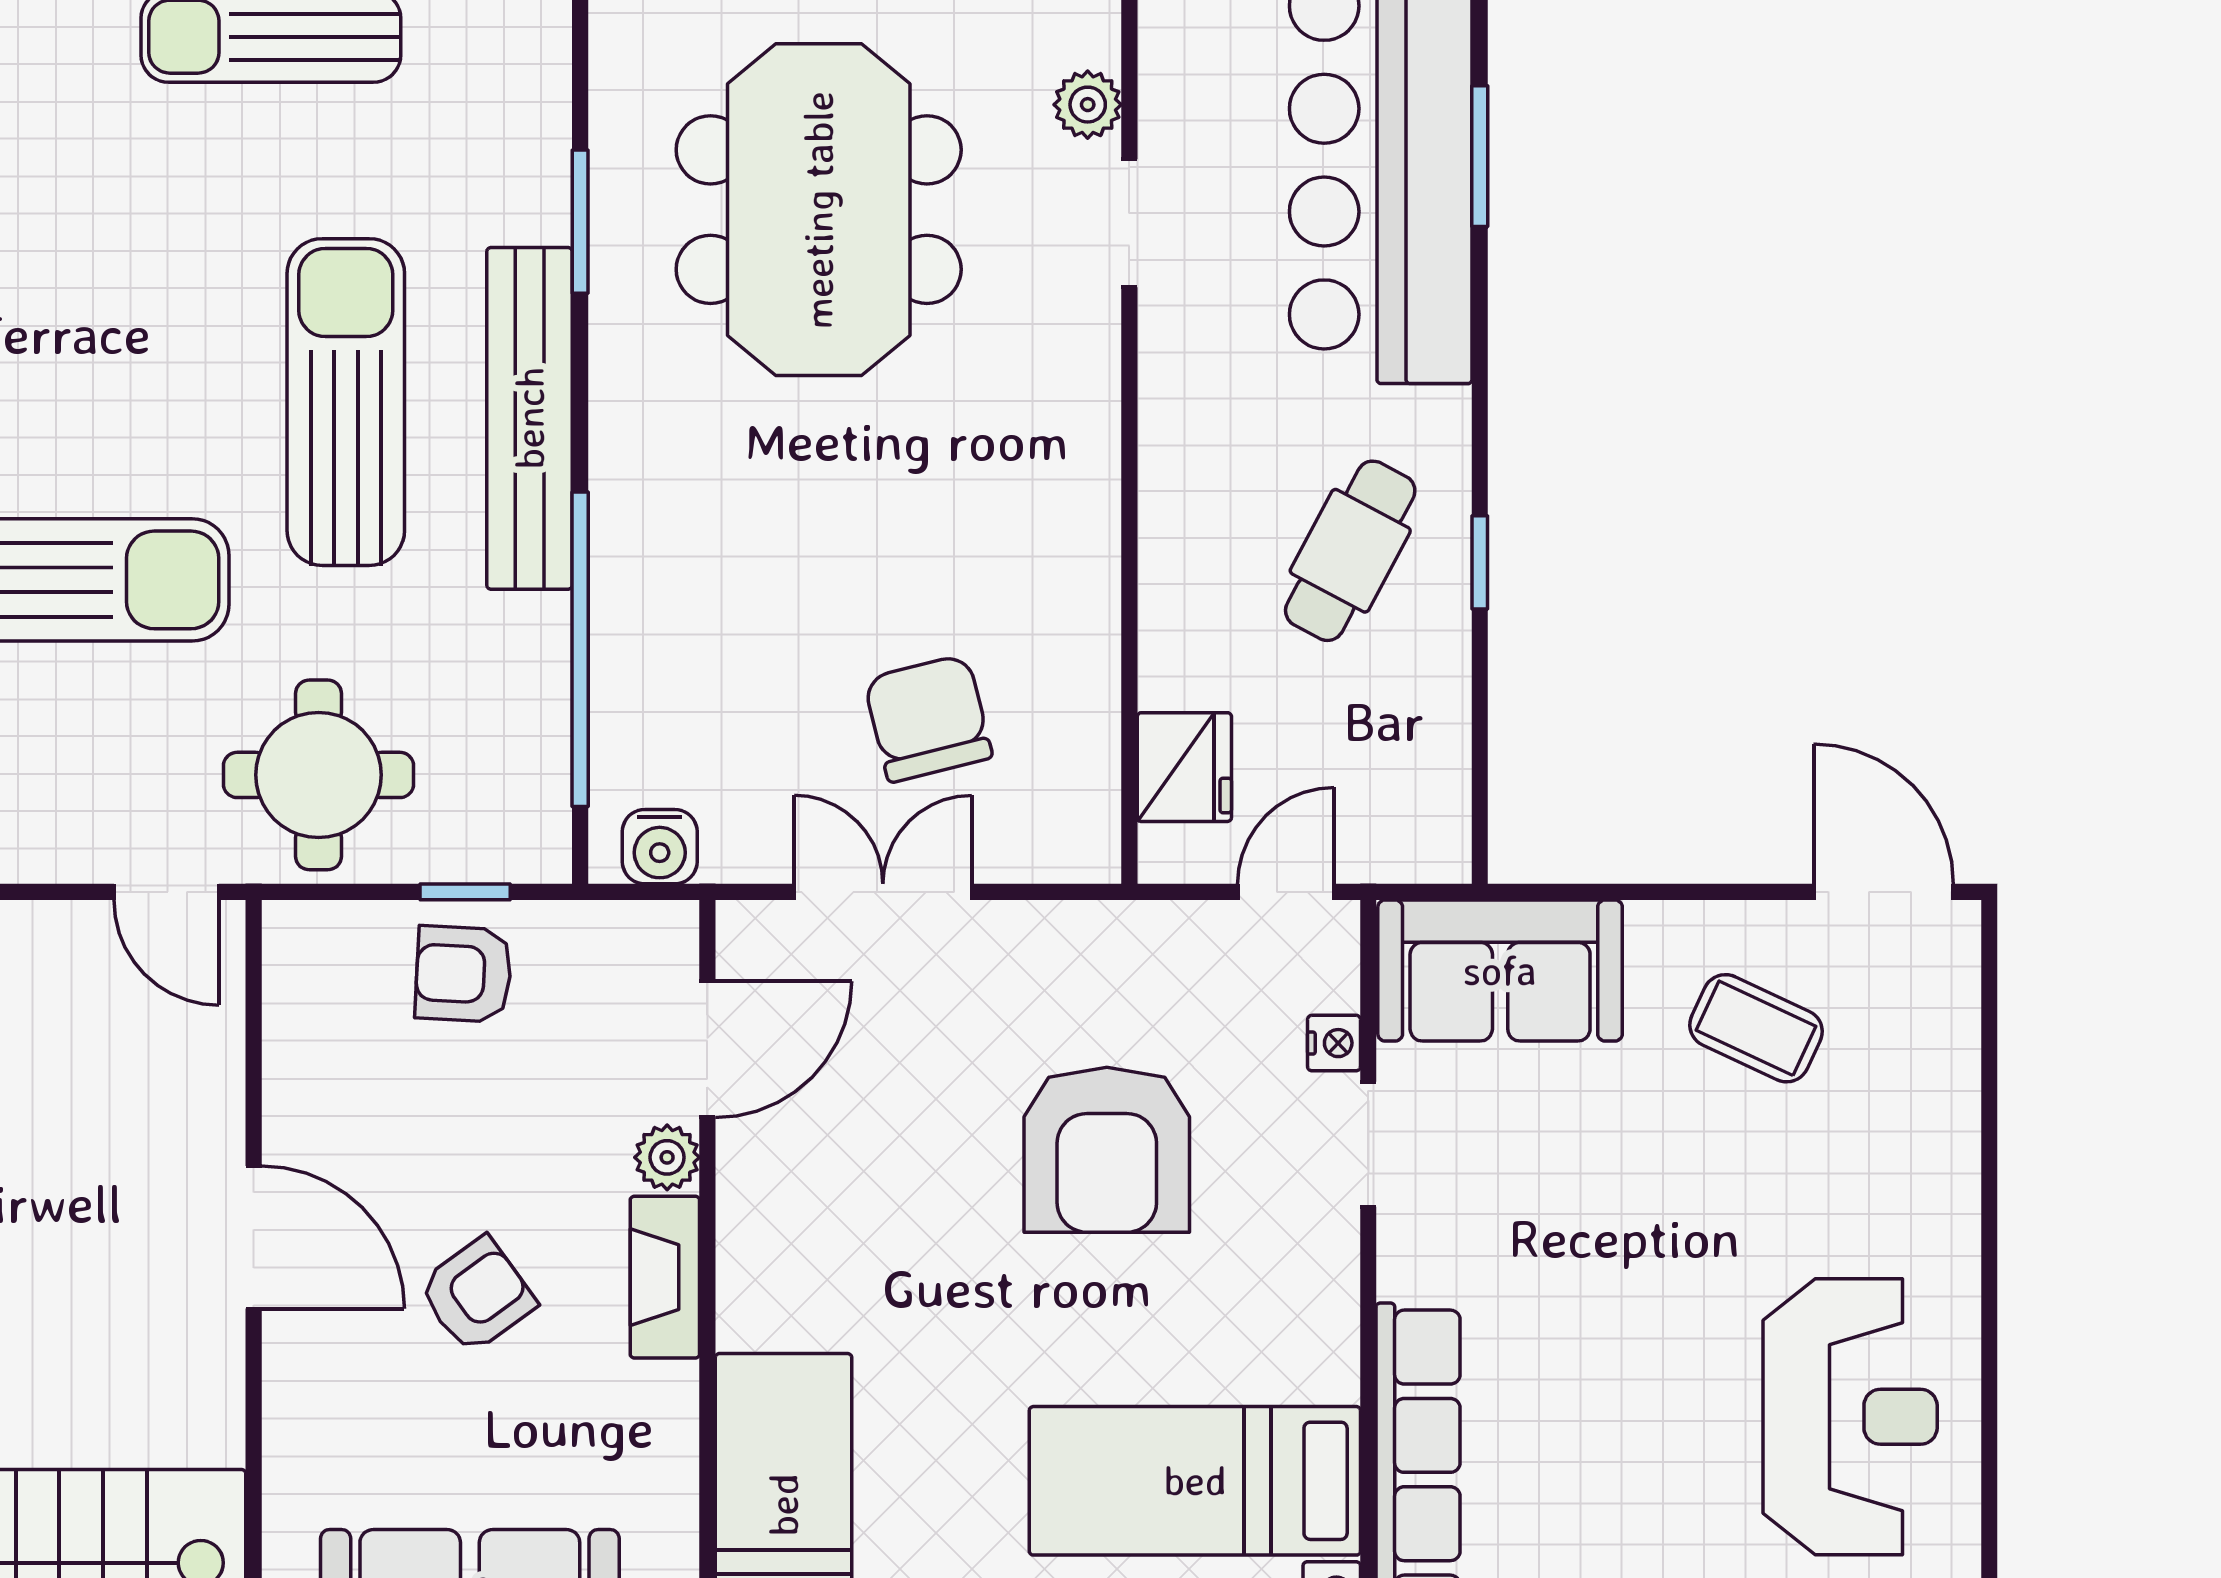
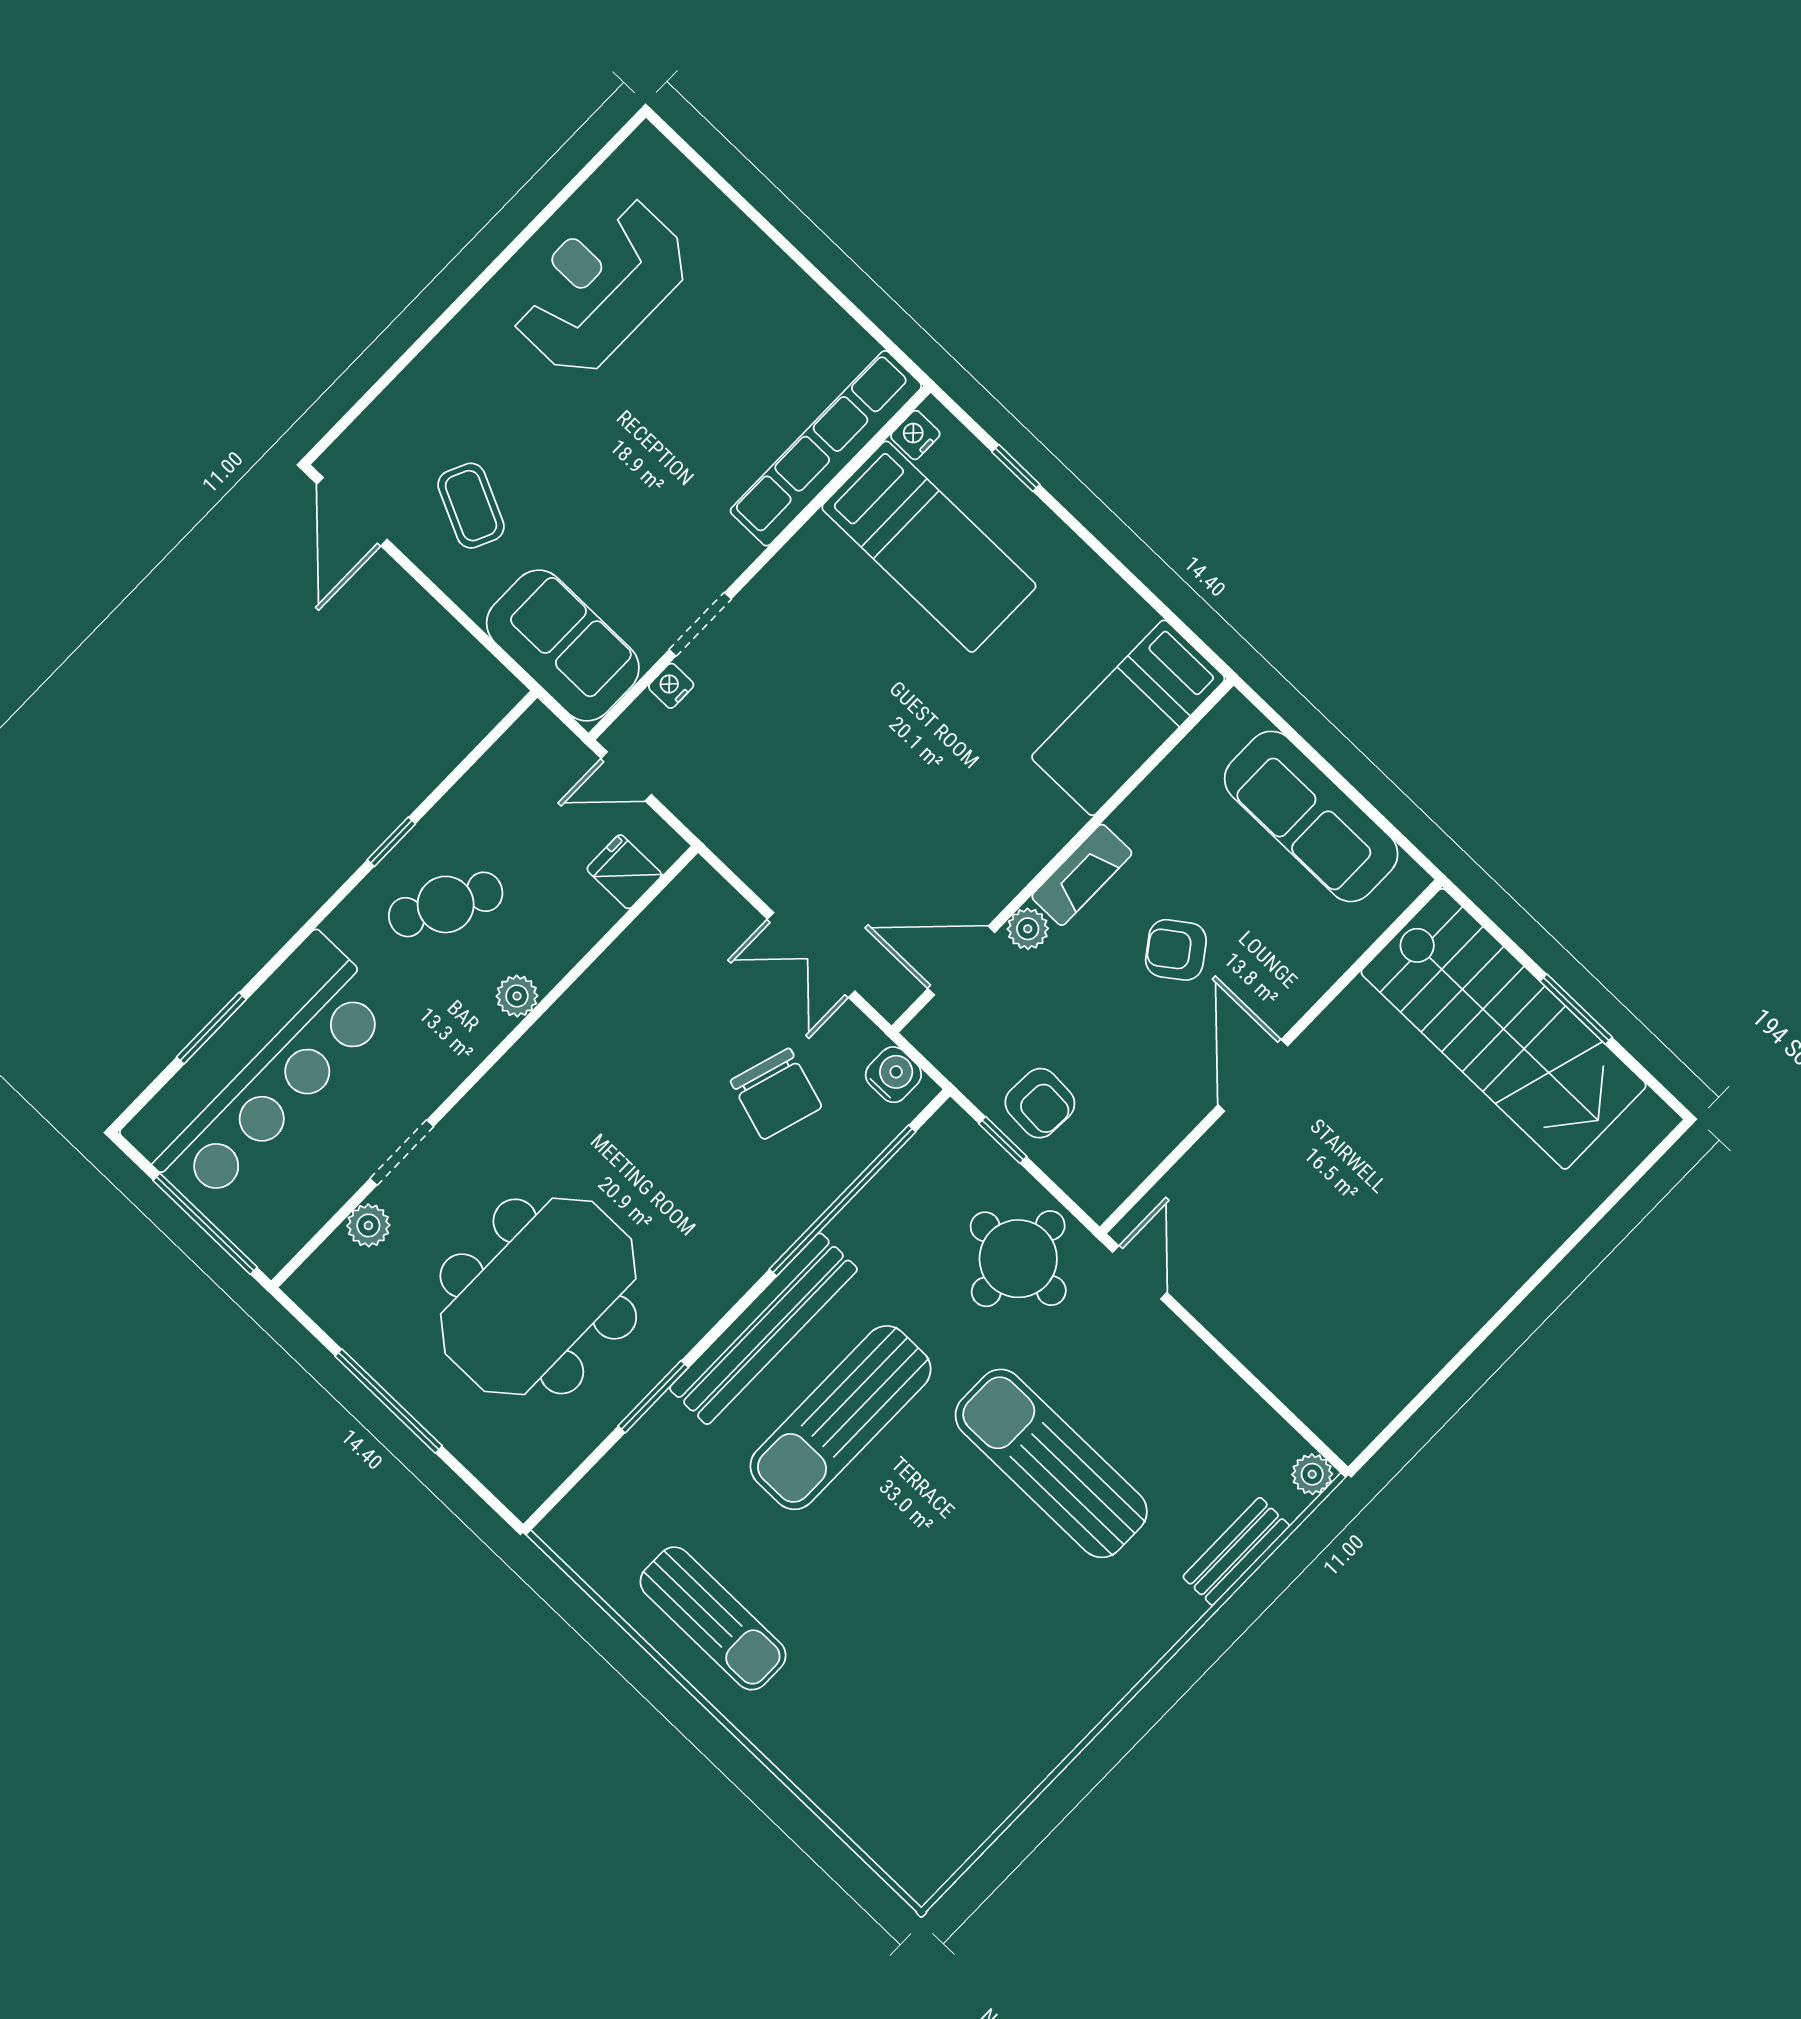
plant: (1170, 525) -> (517, 996), added
chair: (928, 718) -> (776, 1094), moved, turned -59
fridge: (1184, 767) -> (624, 872), width x0.72
armchair: (1107, 1150) -> (823, 737), removed

